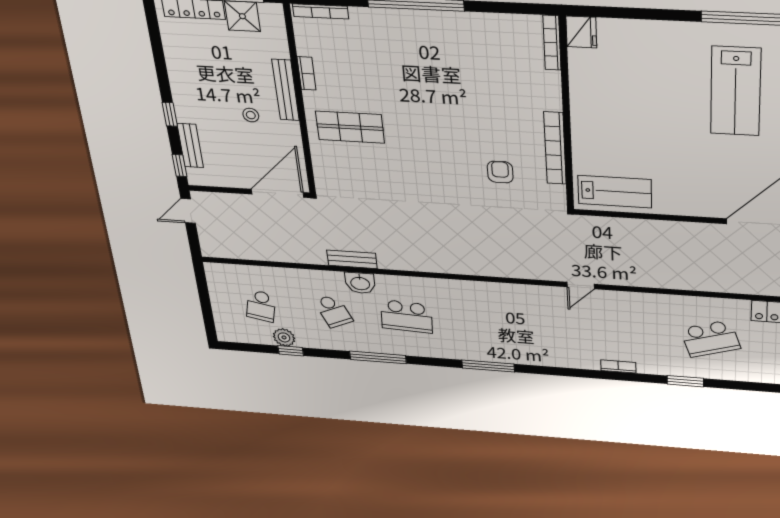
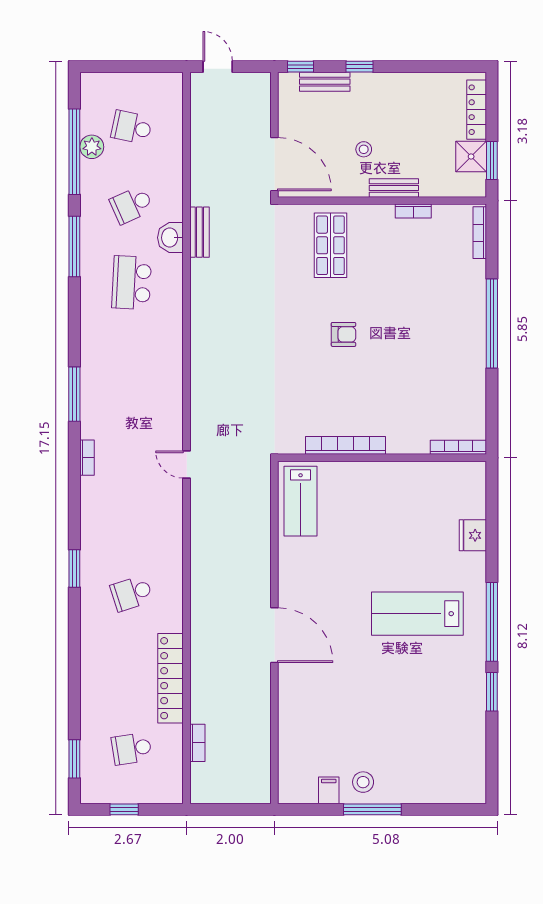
fridge: (581, 32) -> (473, 535), moved, turned 90
bench: (286, 90) -> (394, 188), width x0.73
shop shelf: (350, 127) -> (331, 245), moved
armchair: (500, 172) -> (344, 334), moved
door: (188, 211) -> (218, 67), moved
school desk: (710, 339) -> (132, 593), width x0.54
window: (291, 351) -> (74, 152), width x3.17
window: (488, 366) -> (74, 394), moved
bookcase: (618, 366) -> (87, 458), moved

